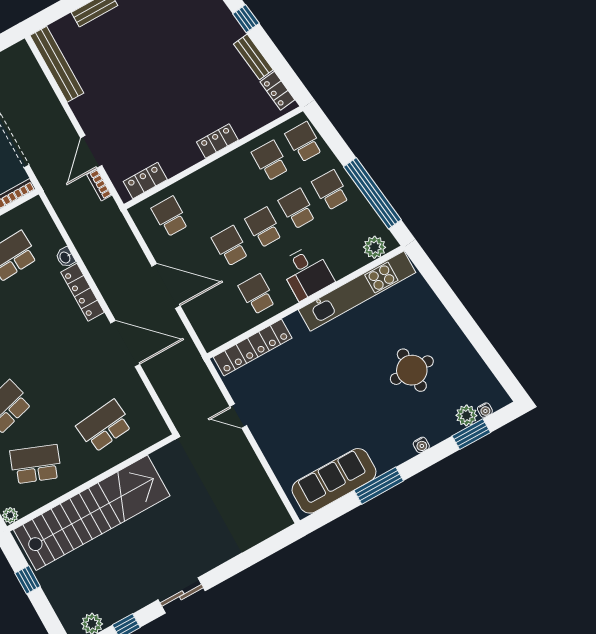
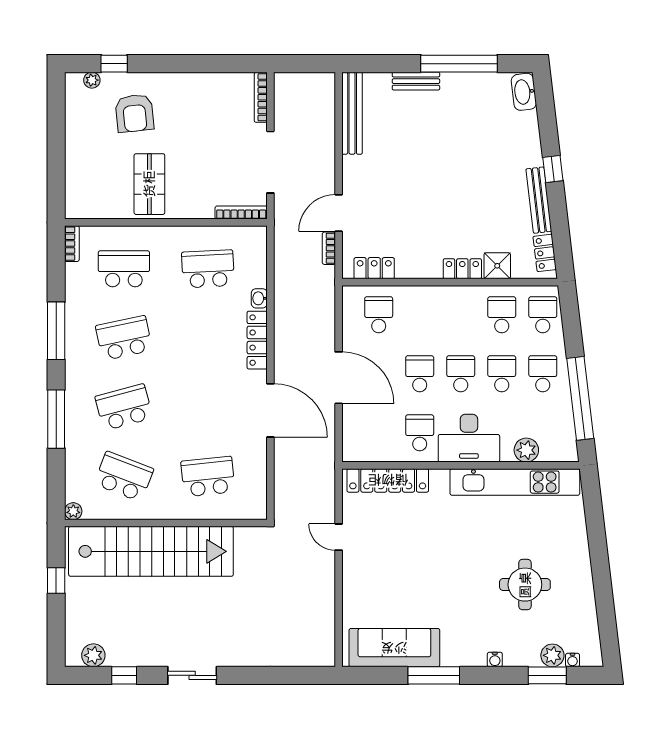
bench: (253, 57) -> (539, 200), width x1.36
shower: (245, 123) -> (497, 266), added
plant: (375, 247) -> (526, 450), moved
desk: (307, 272) -> (469, 438), width x1.37

